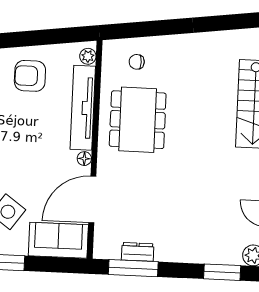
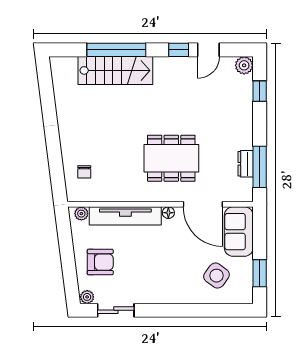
armchair: (30, 76) -> (100, 262), turned -90
dining table: (138, 120) -> (171, 158), moved
window: (222, 272) -> (260, 91), width x0.67

